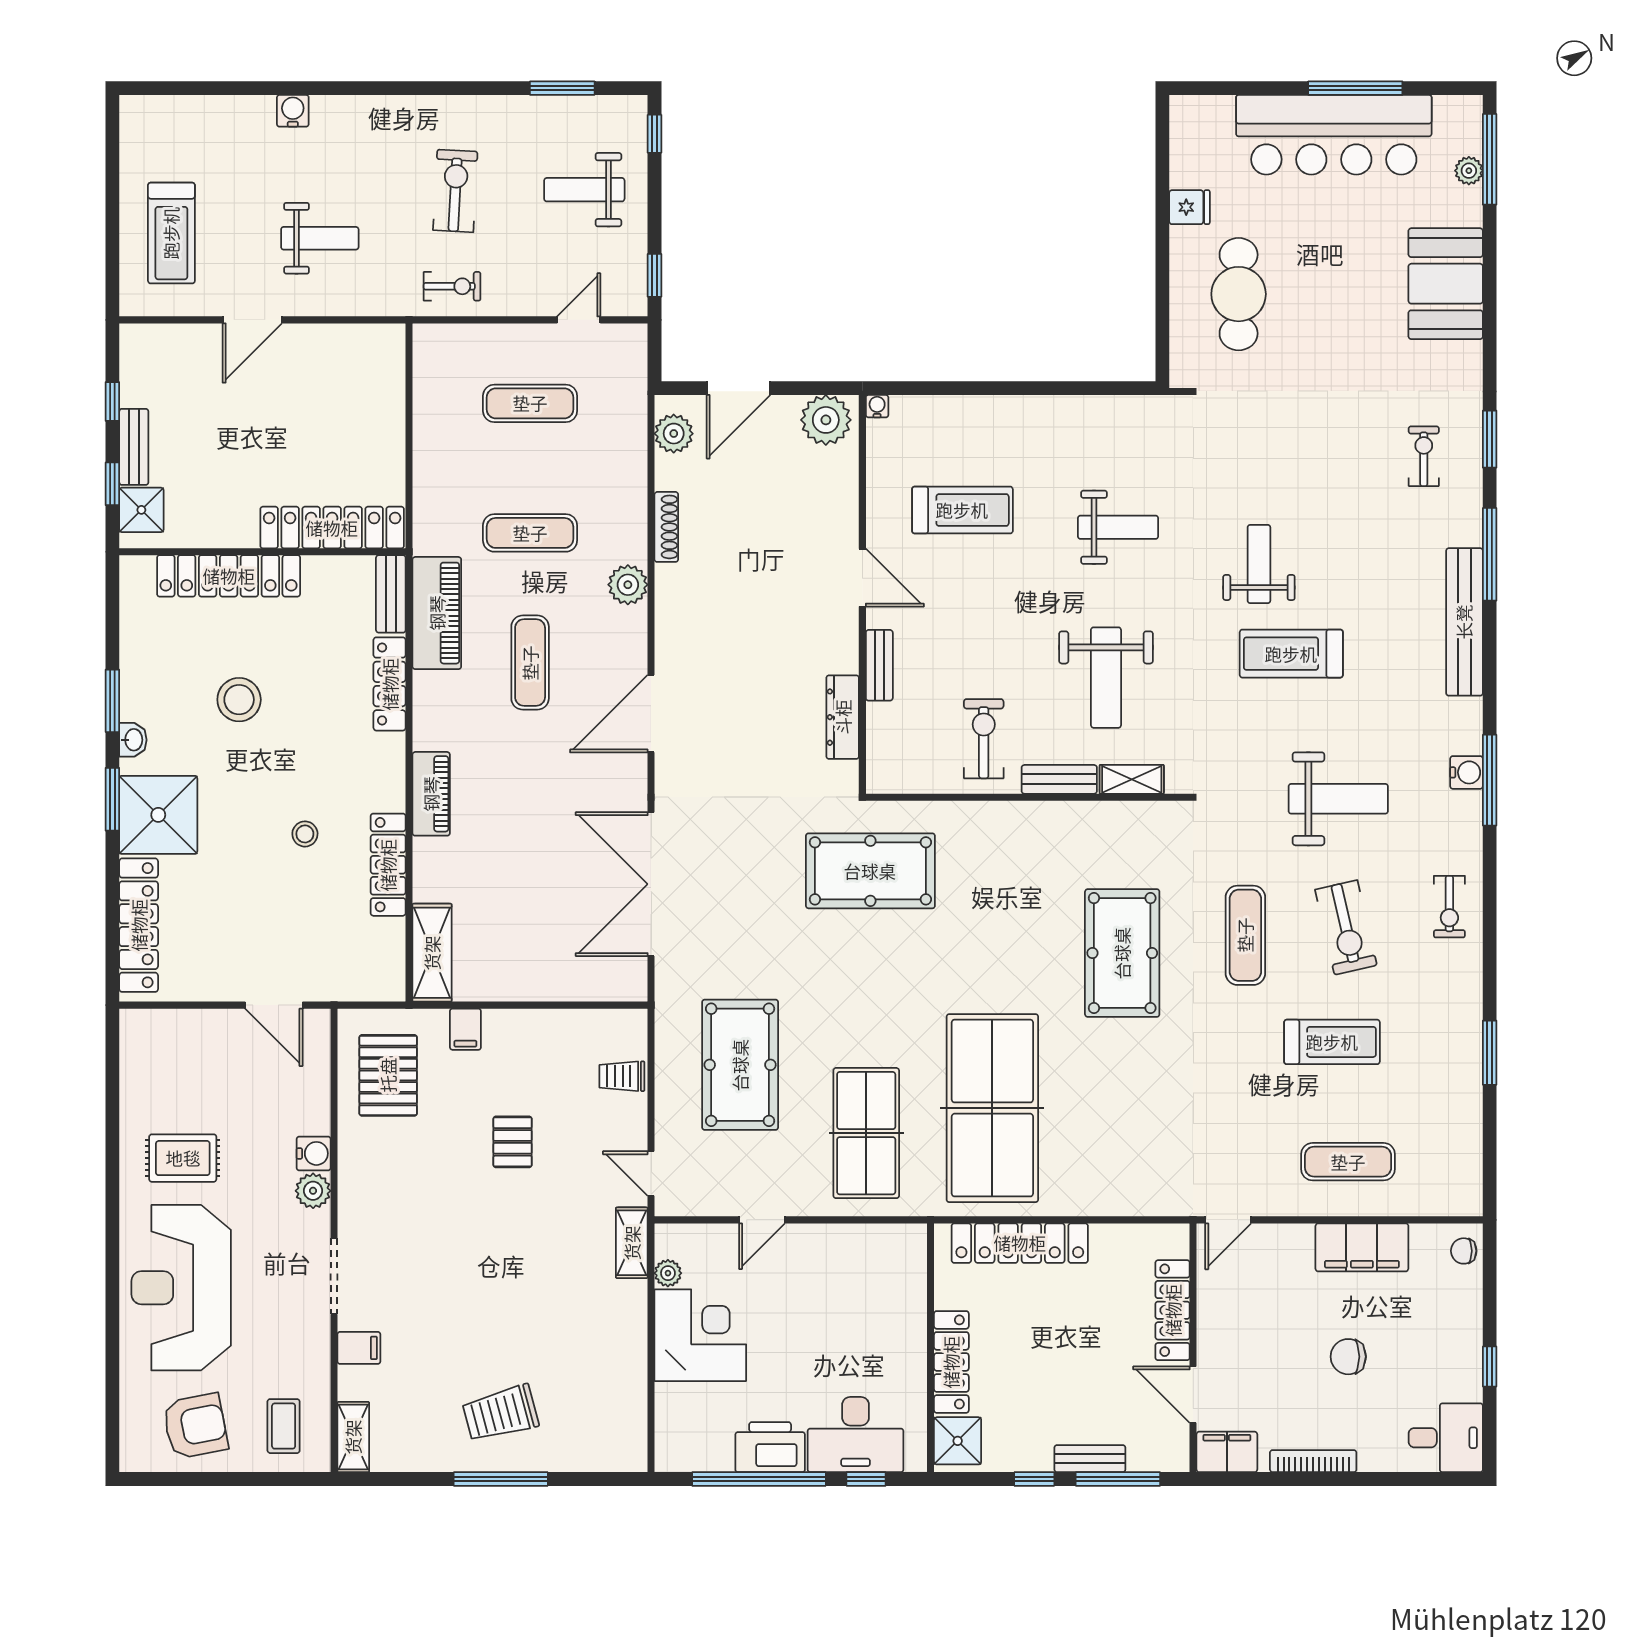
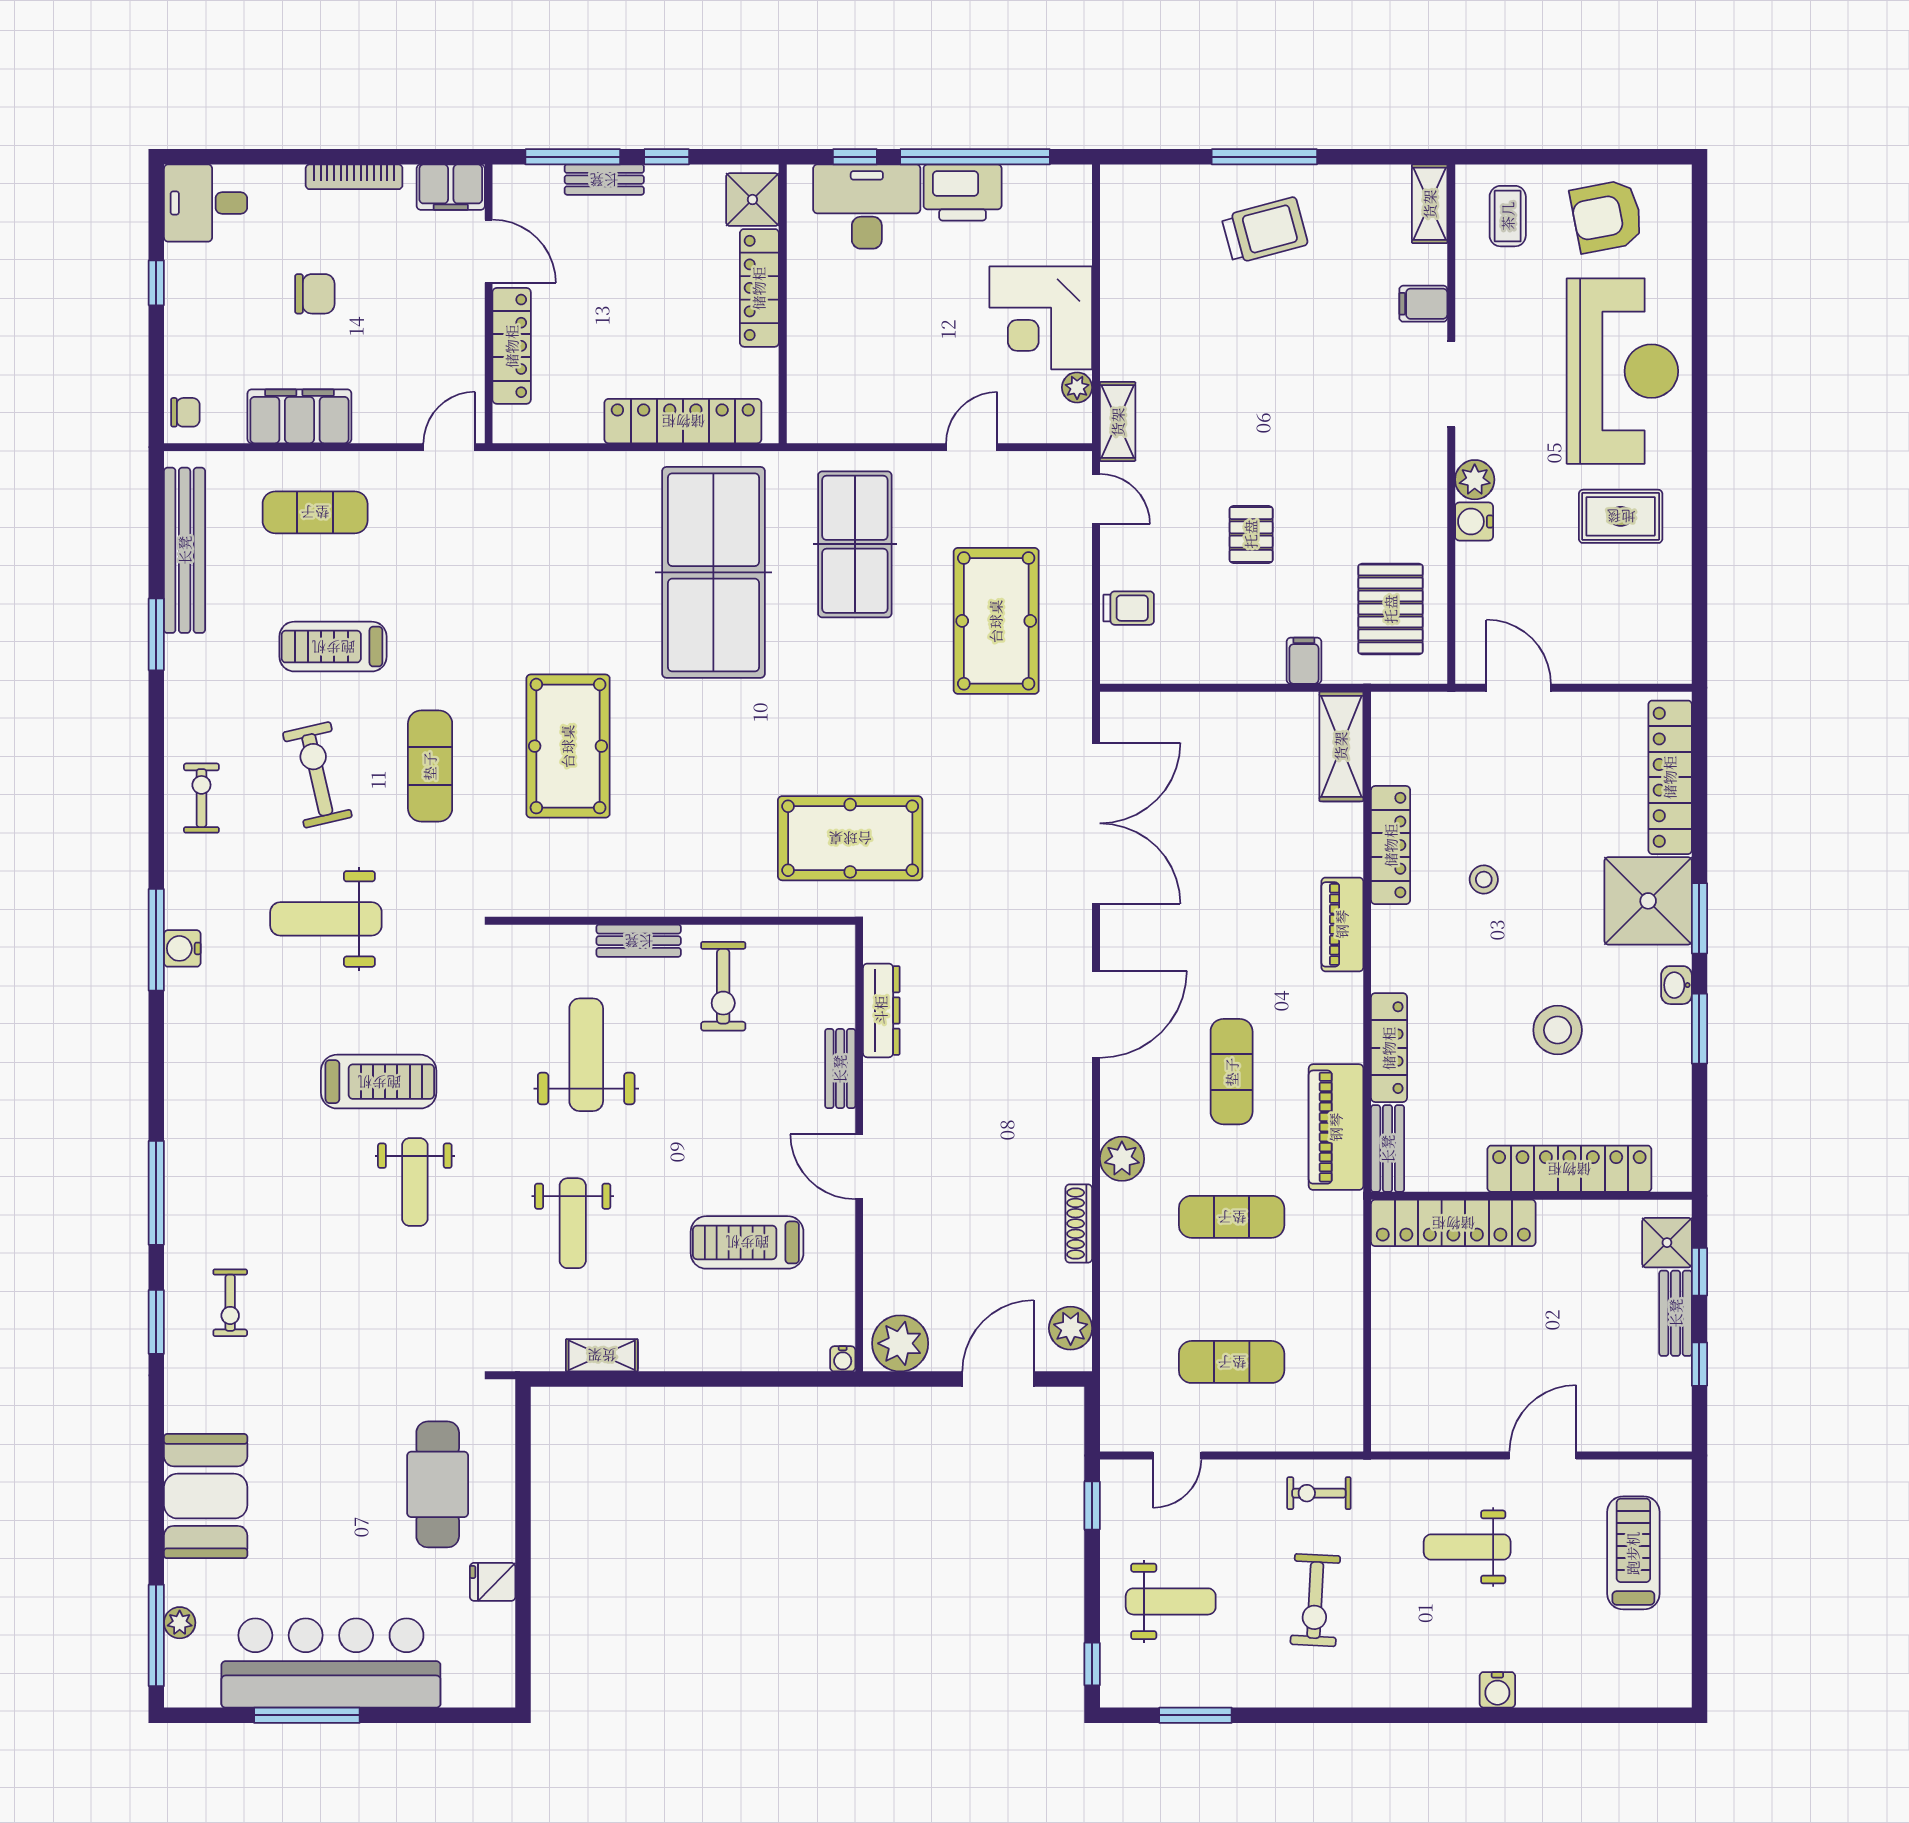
weight bench: (1118, 527) -> (573, 1223), turned -90
bench: (1464, 622) -> (185, 550), moved
shelving: (1132, 779) -> (602, 1355), moved

